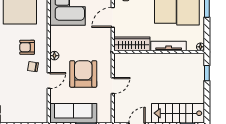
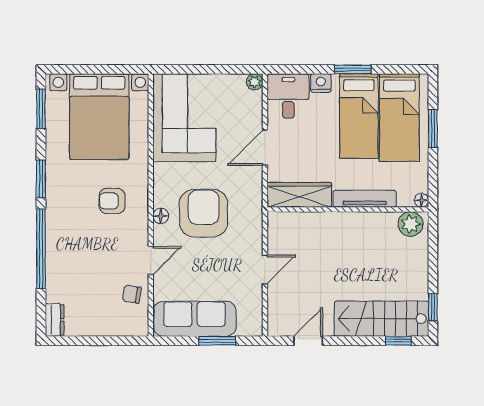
plant: (194, 60) -> (411, 224), added
chair: (33, 67) -> (132, 294), moved
window: (207, 73) -> (433, 307), moved
armchair: (83, 74) -> (204, 213), moved

